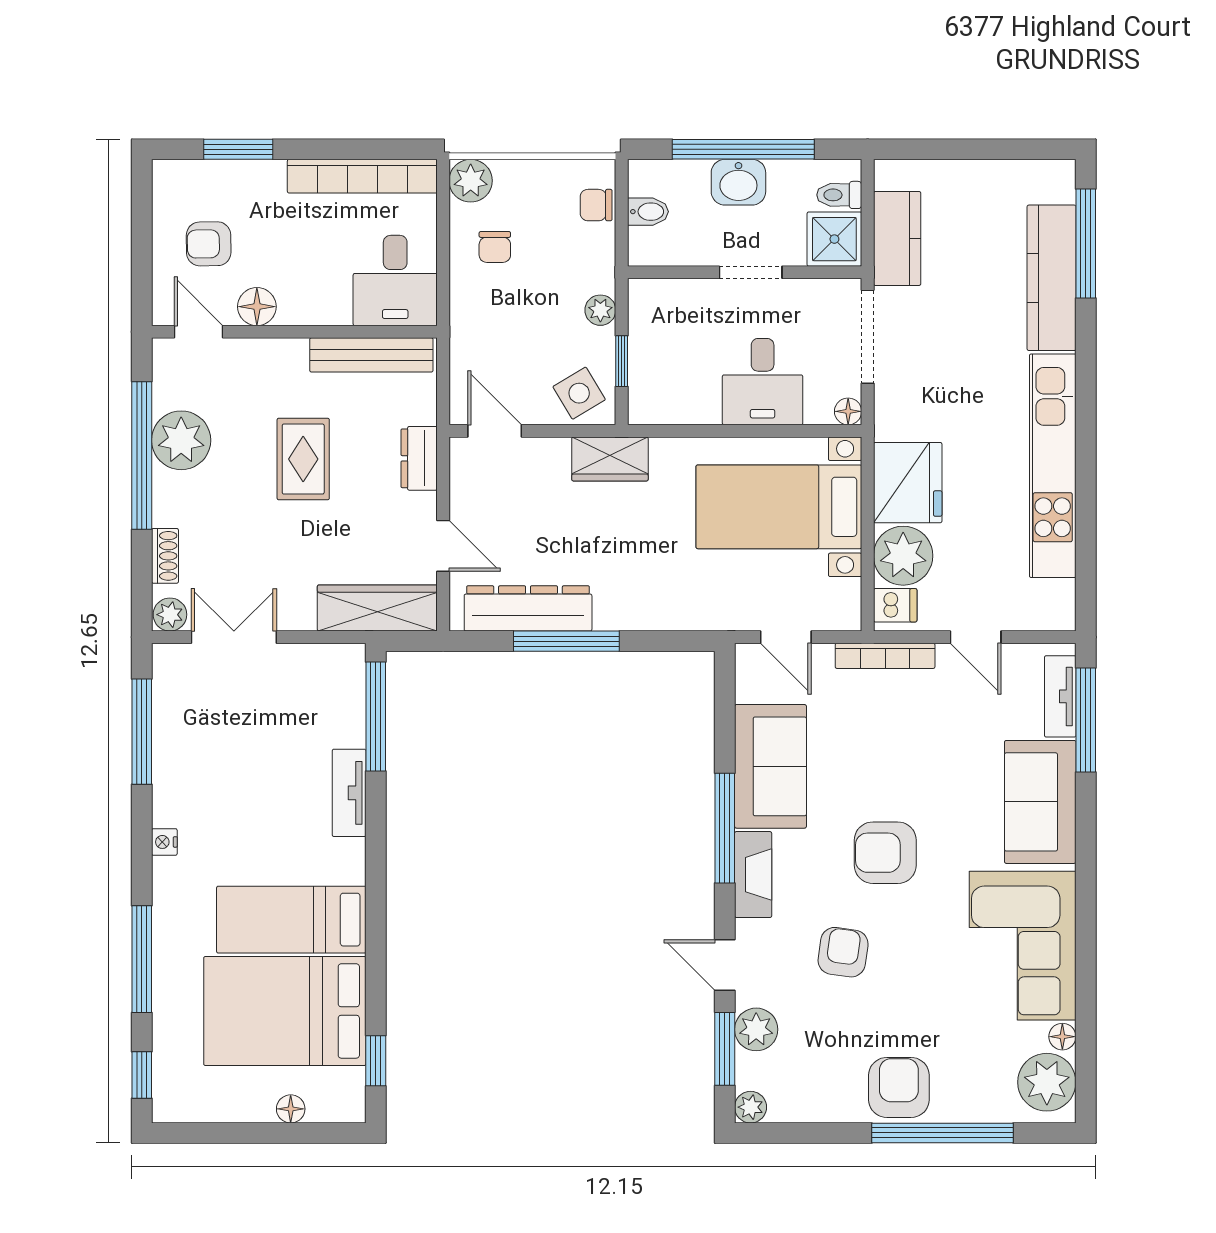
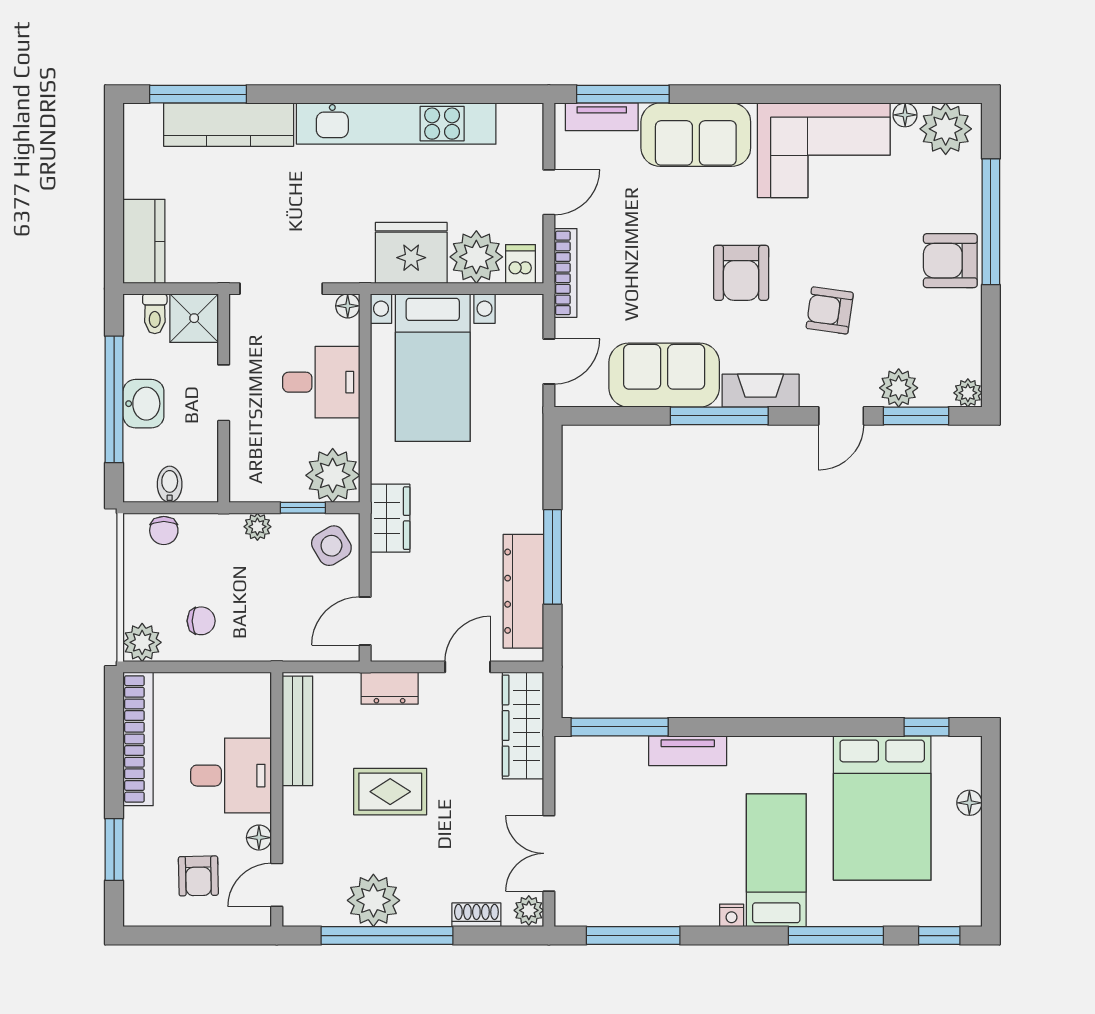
kitchen counter: (897, 238) -> (144, 241), moved, turned 90
desk: (395, 281) -> (231, 776), moved
floor lamp: (257, 307) -> (259, 838), width x0.73, depth x0.73
plant: (658, 395) -> (333, 475), added
bed: (291, 920) -> (776, 860), moved, turned 180

